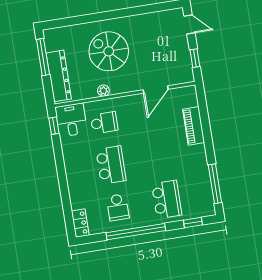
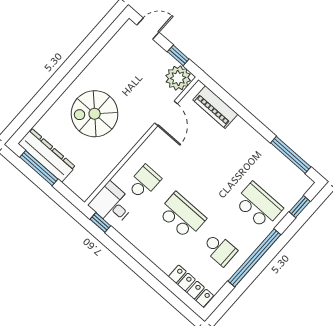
dresser: (59, 76) -> (47, 155), moved
plant: (103, 91) -> (178, 78), moved, width x1.88, depth x1.88
piano: (194, 126) -> (215, 107), moved
locker: (80, 223) -> (191, 286), width x1.53

